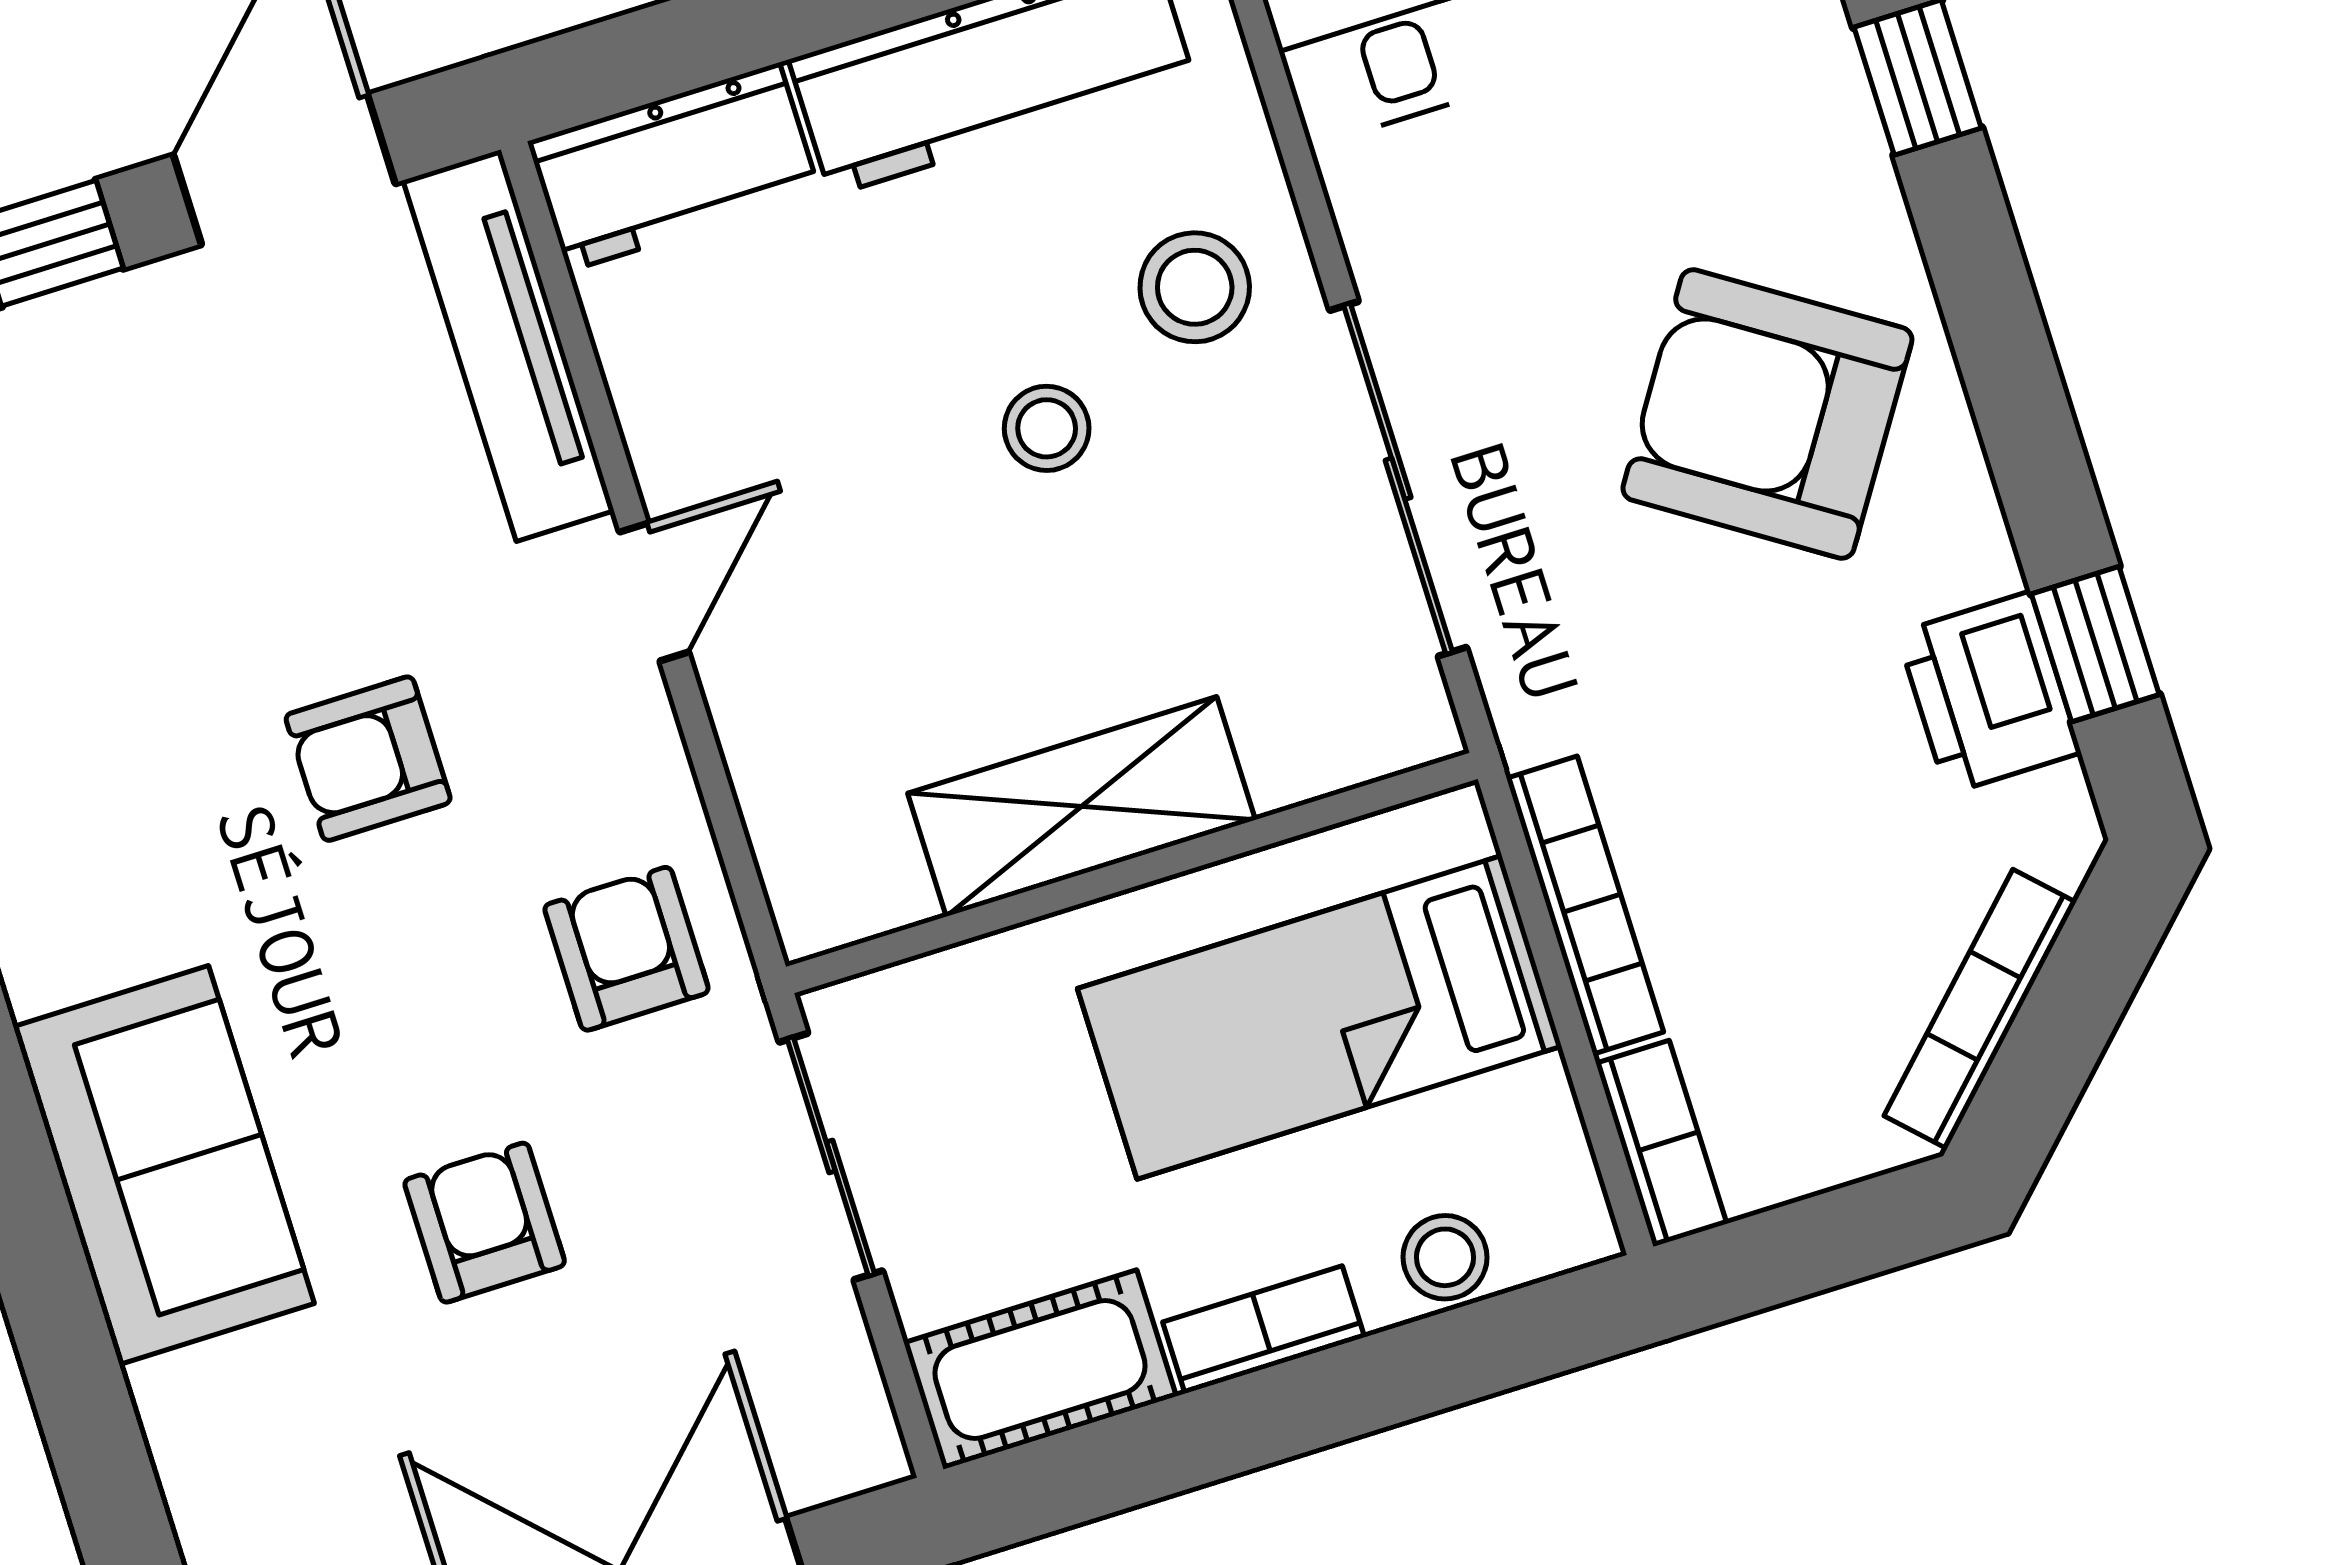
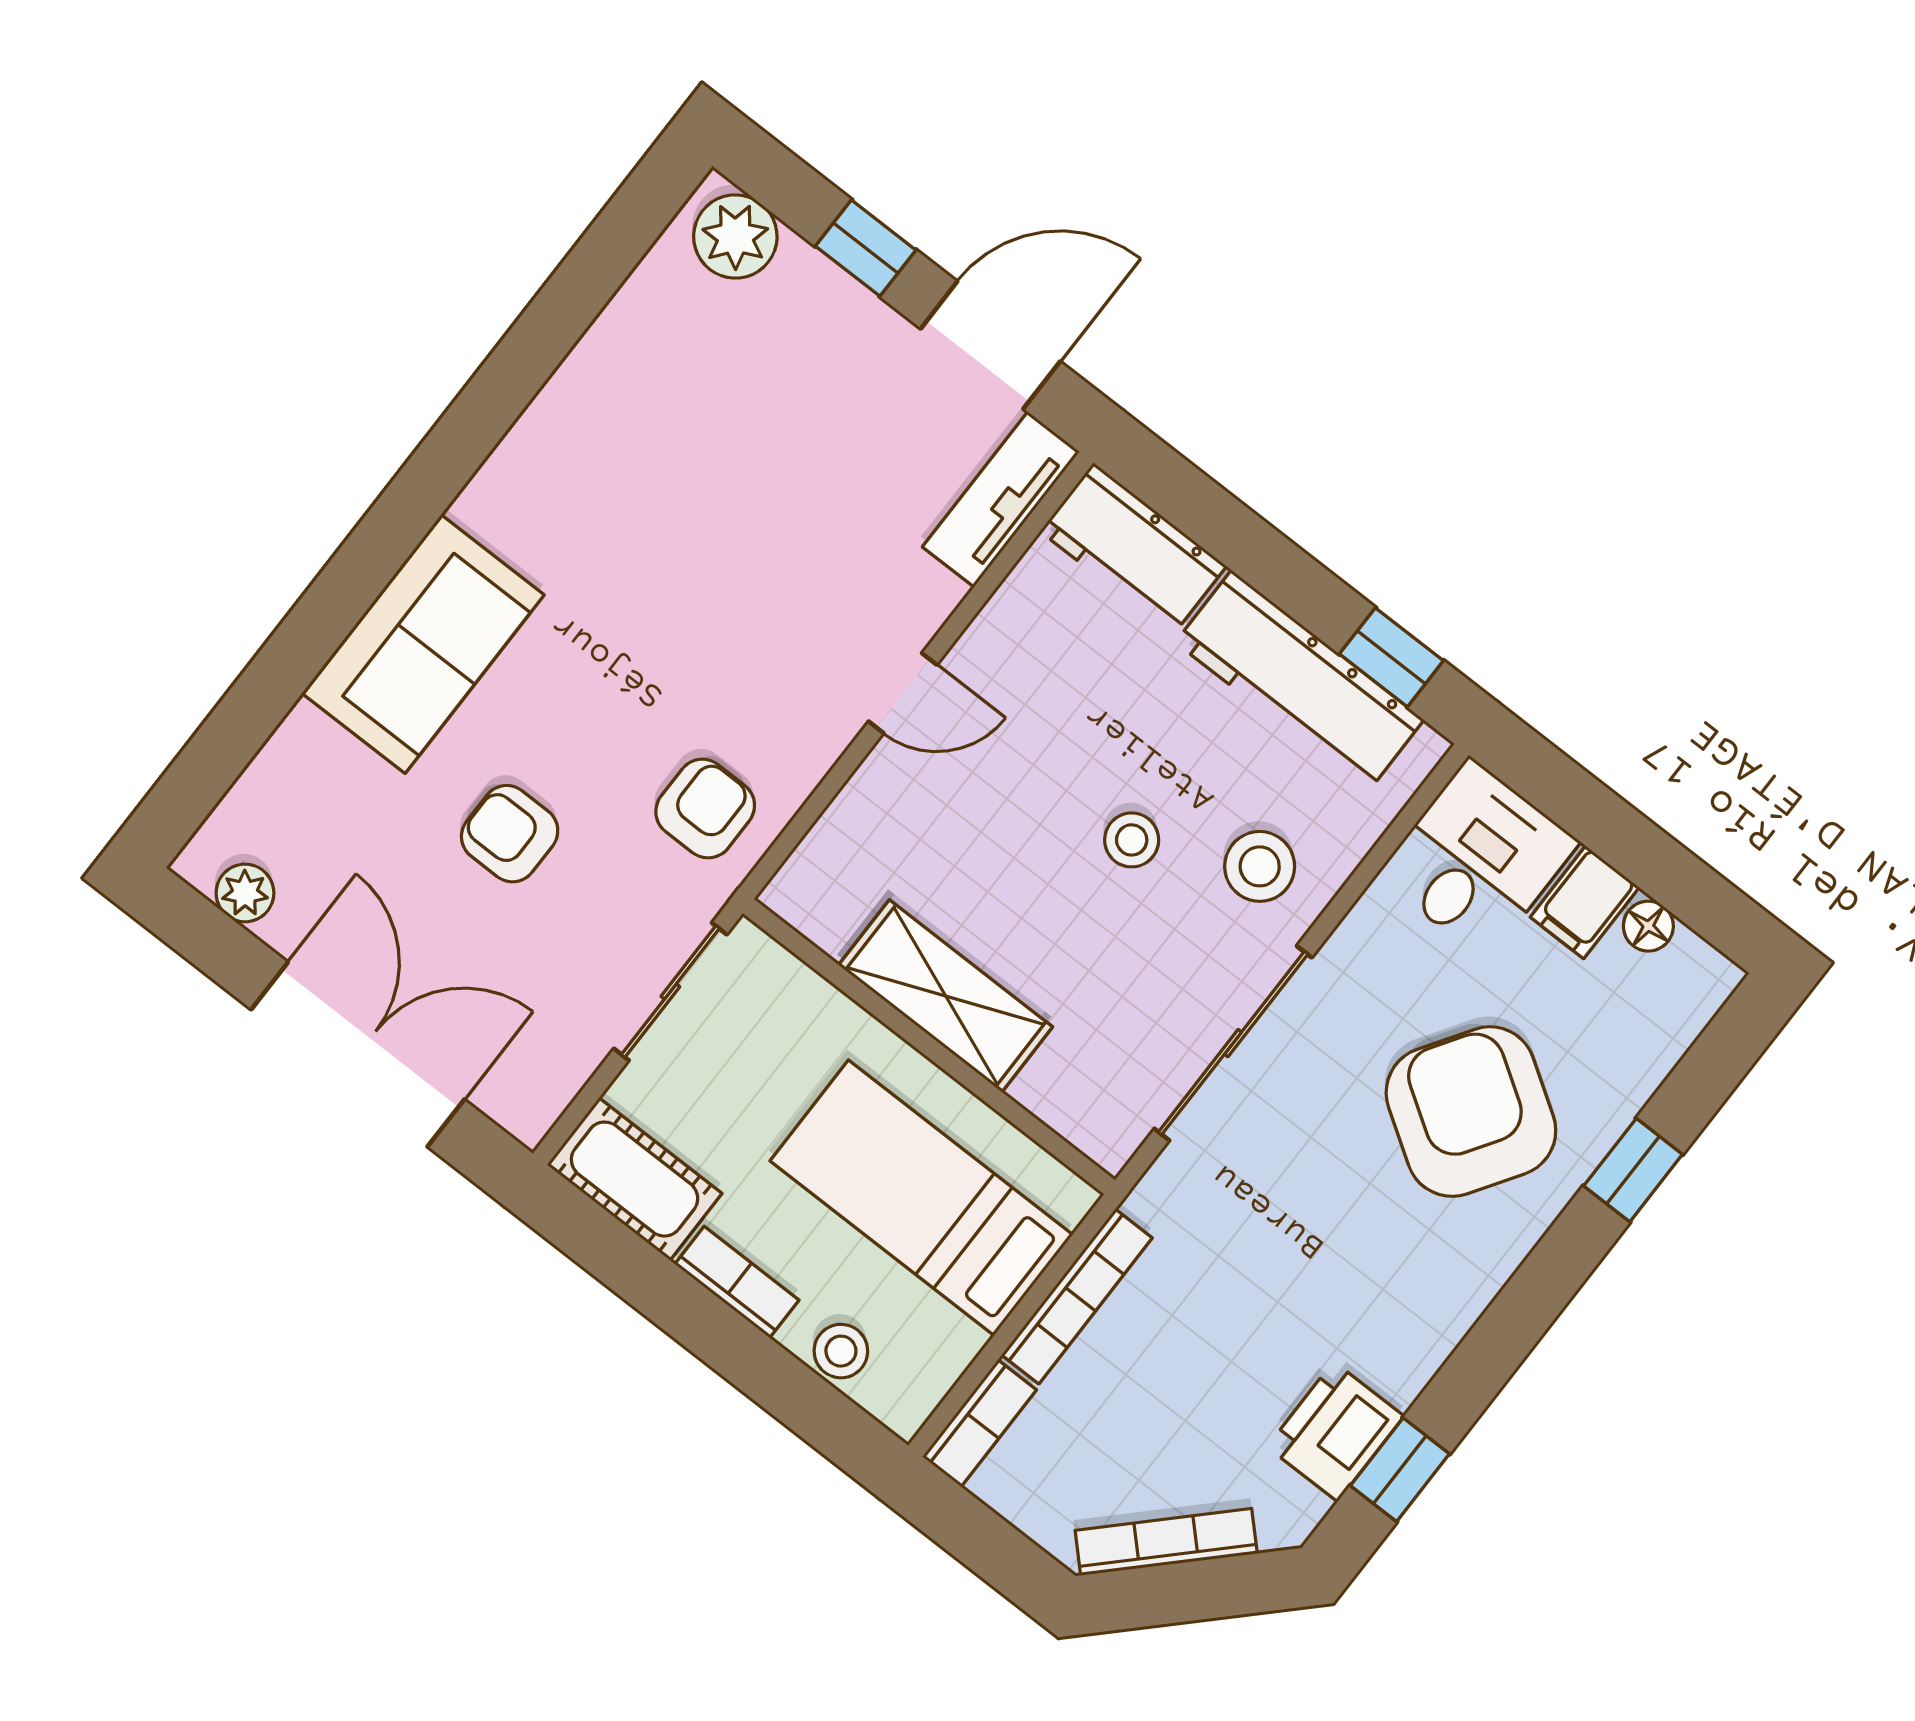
tv unit: (509, 346) -> (1001, 499), width x0.71
armchair: (1767, 414) -> (1471, 1112), moved
armchair: (368, 759) -> (711, 603), removed
armchair: (485, 1223) -> (510, 834), turned -90

